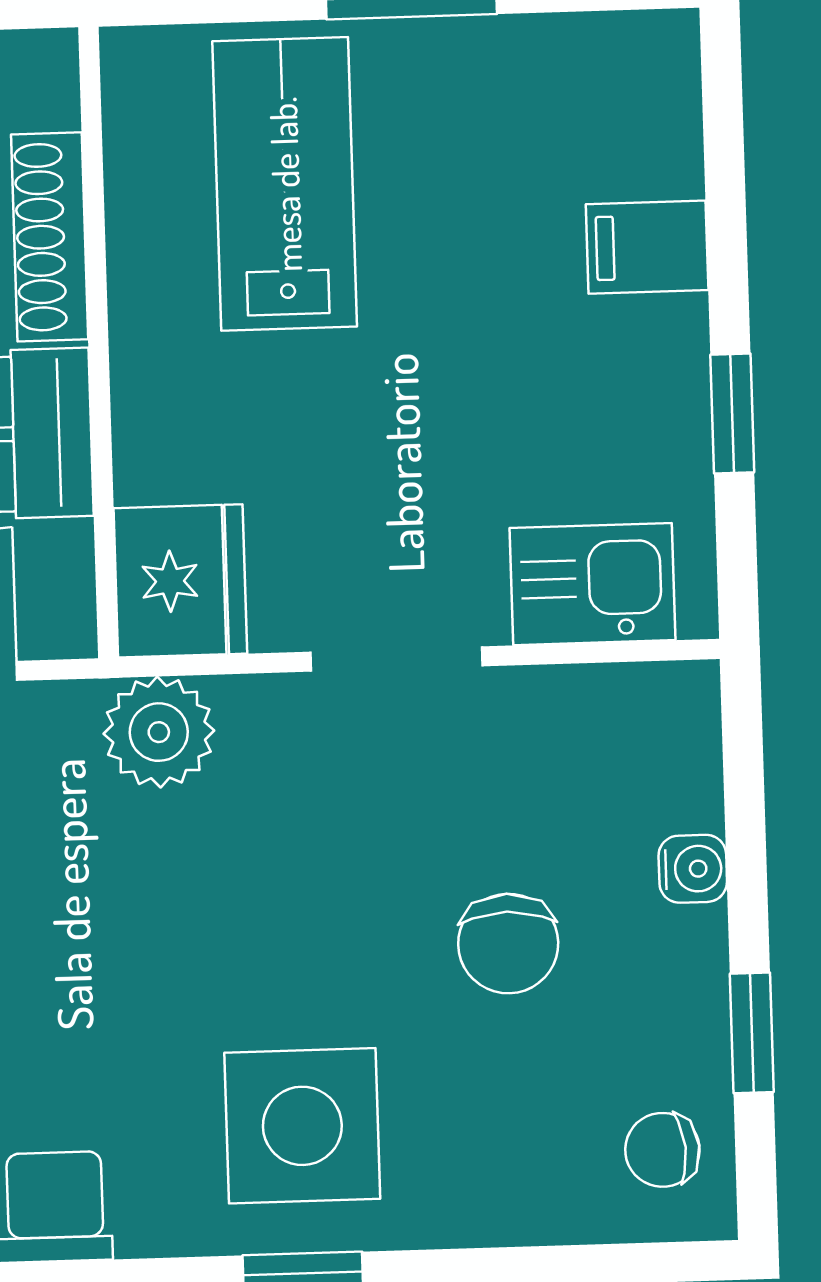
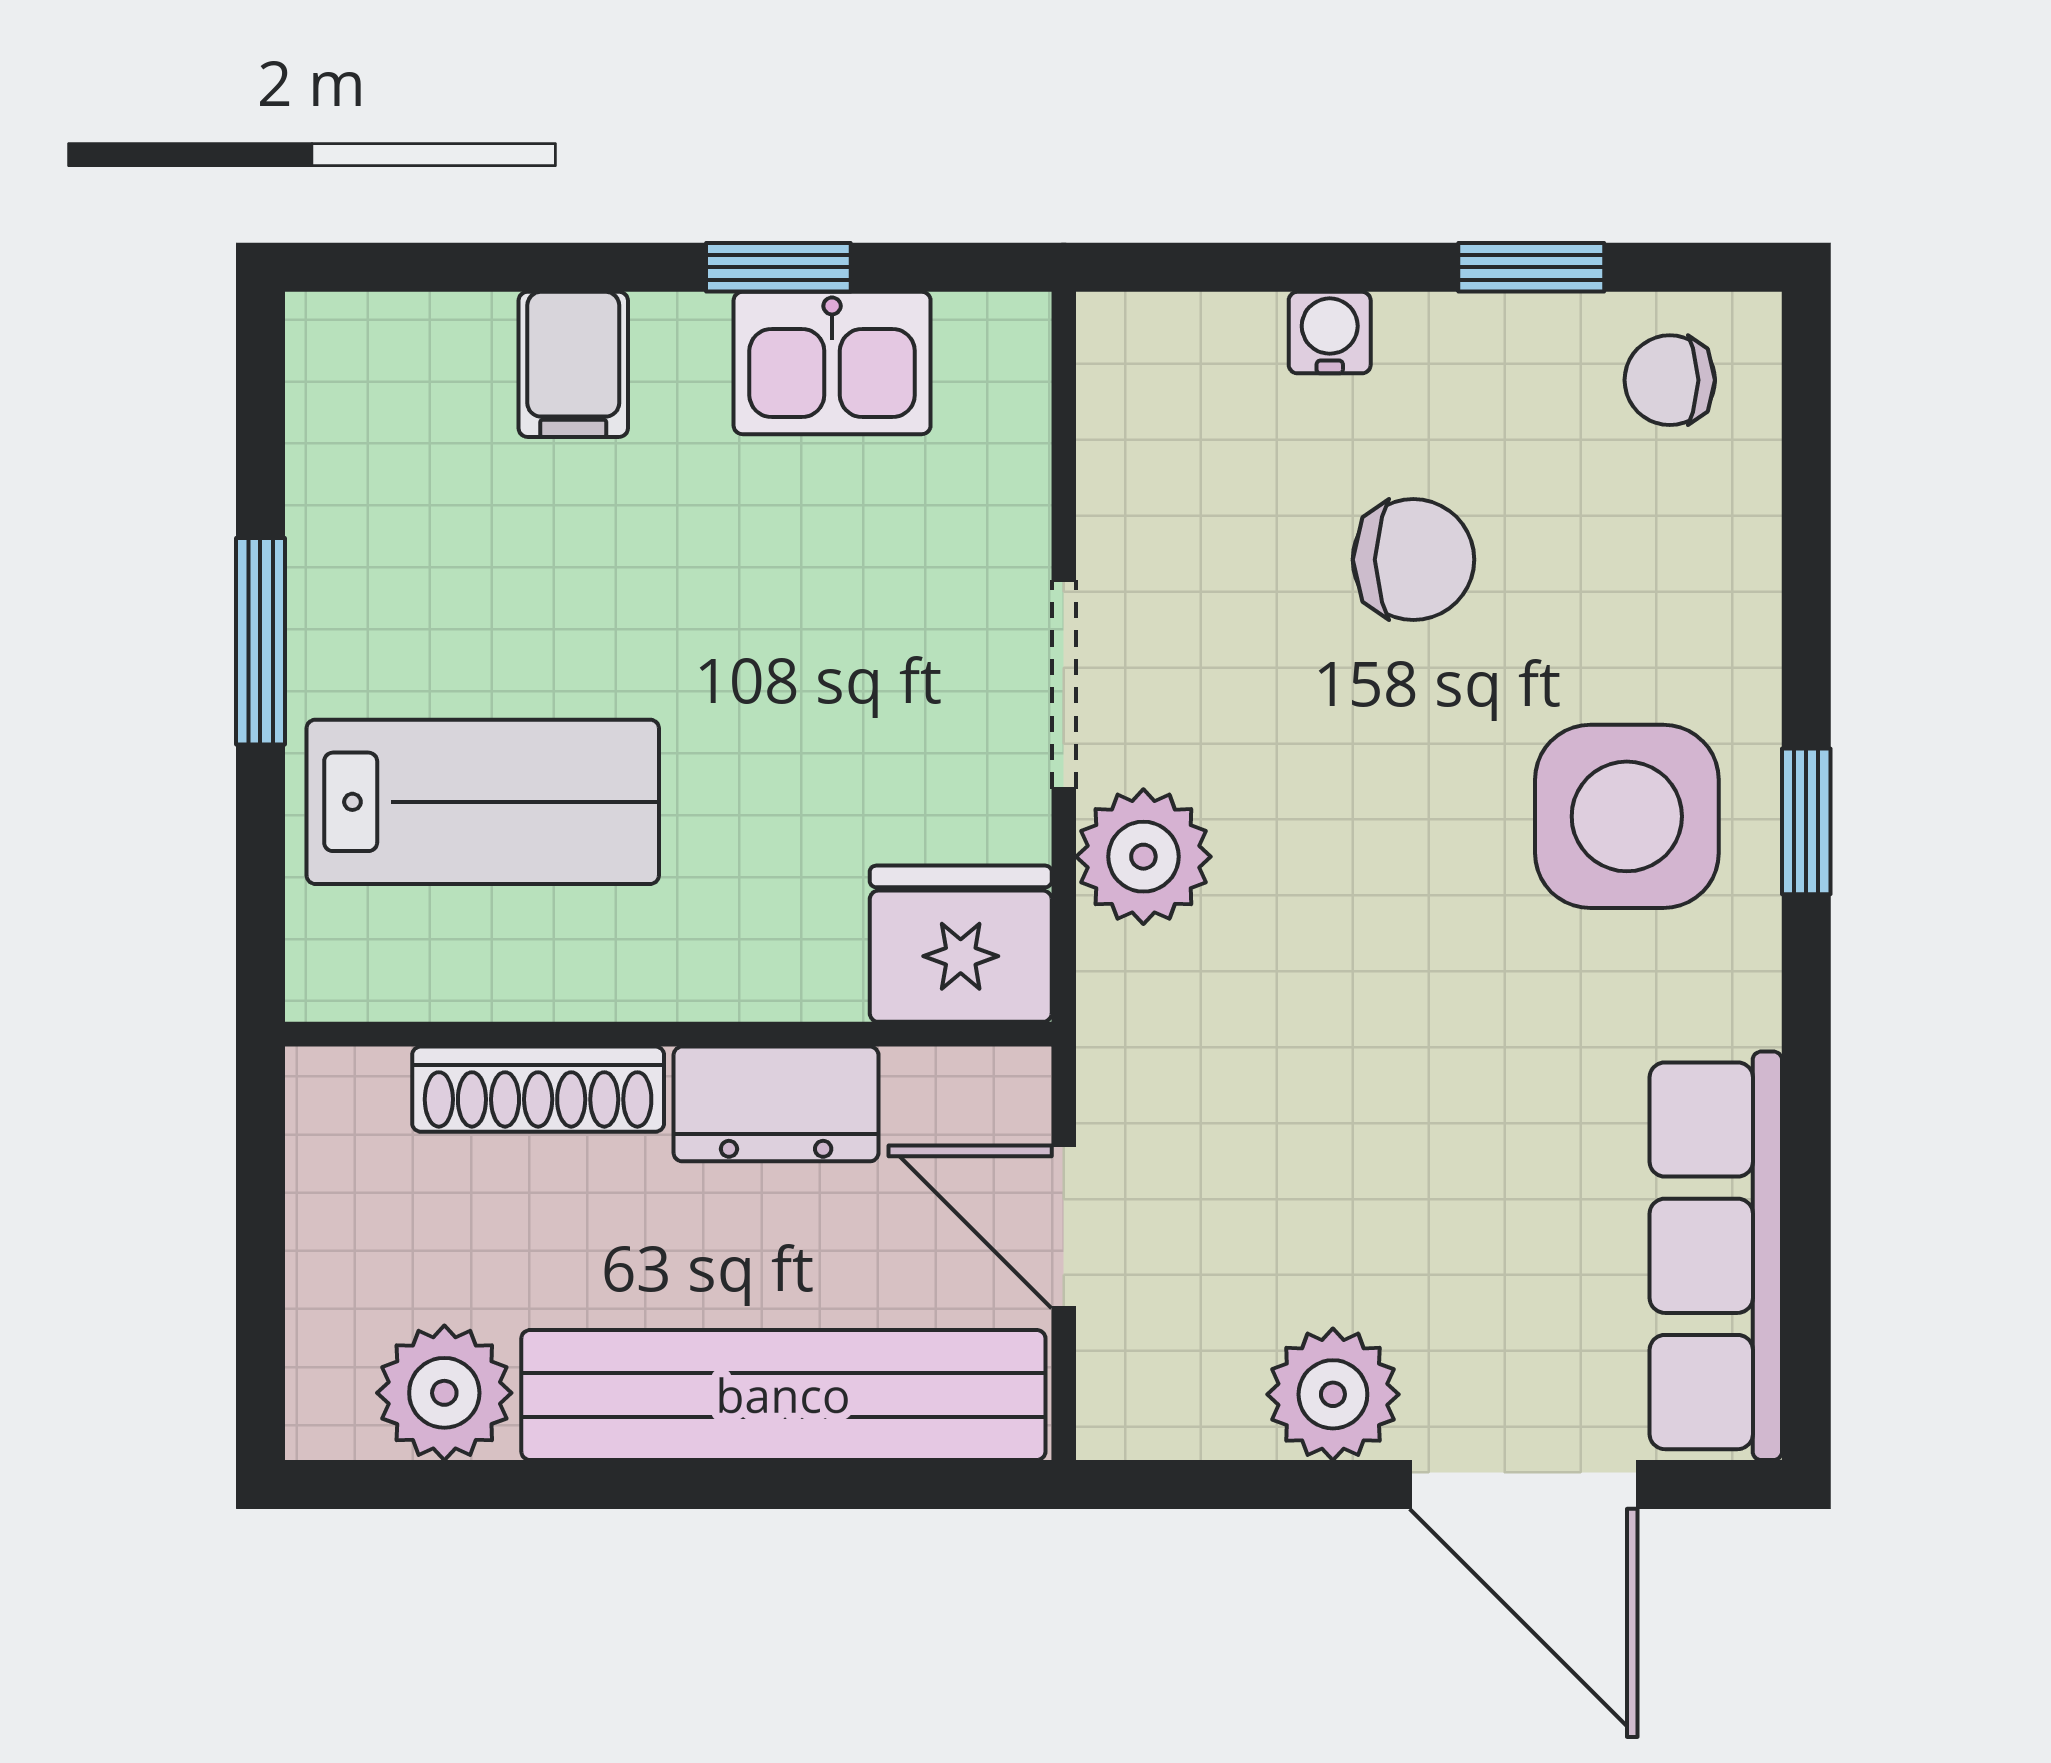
lab bench: (285, 184) -> (483, 802), turned 180
kitchen sink: (592, 584) -> (832, 363), moved, turned -90
plant: (159, 732) -> (1143, 857), moved
chair: (662, 1150) -> (1670, 380), turned 95

